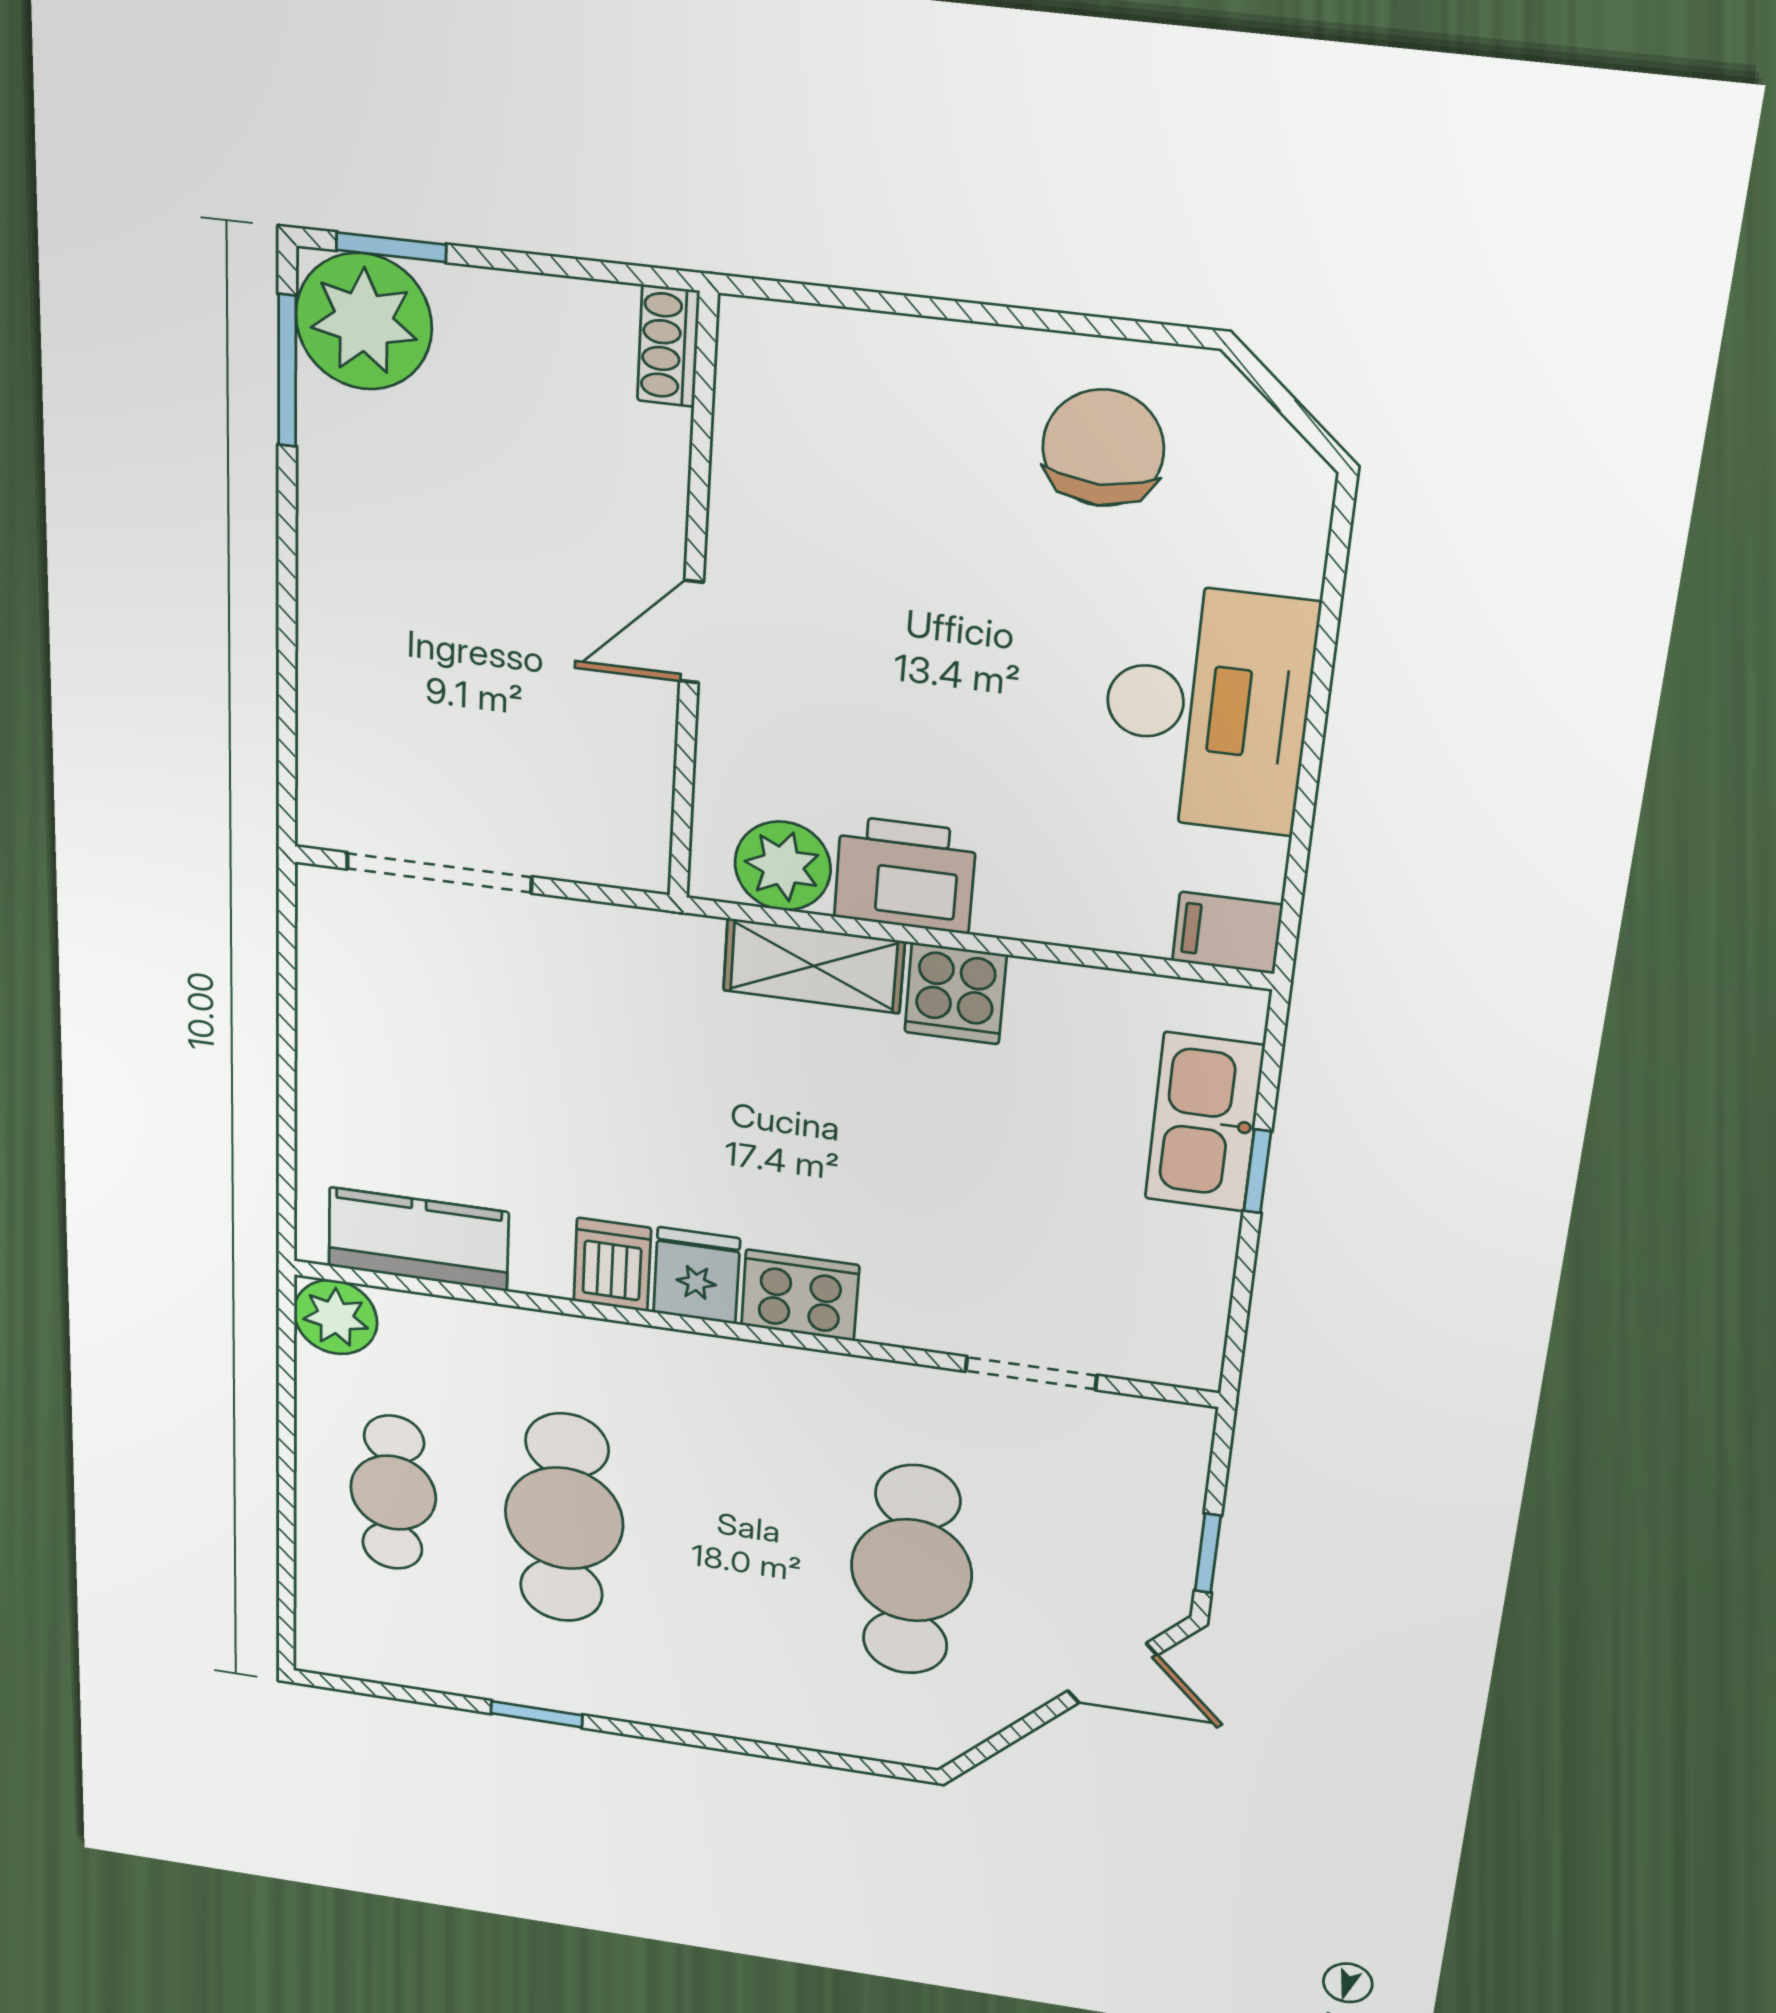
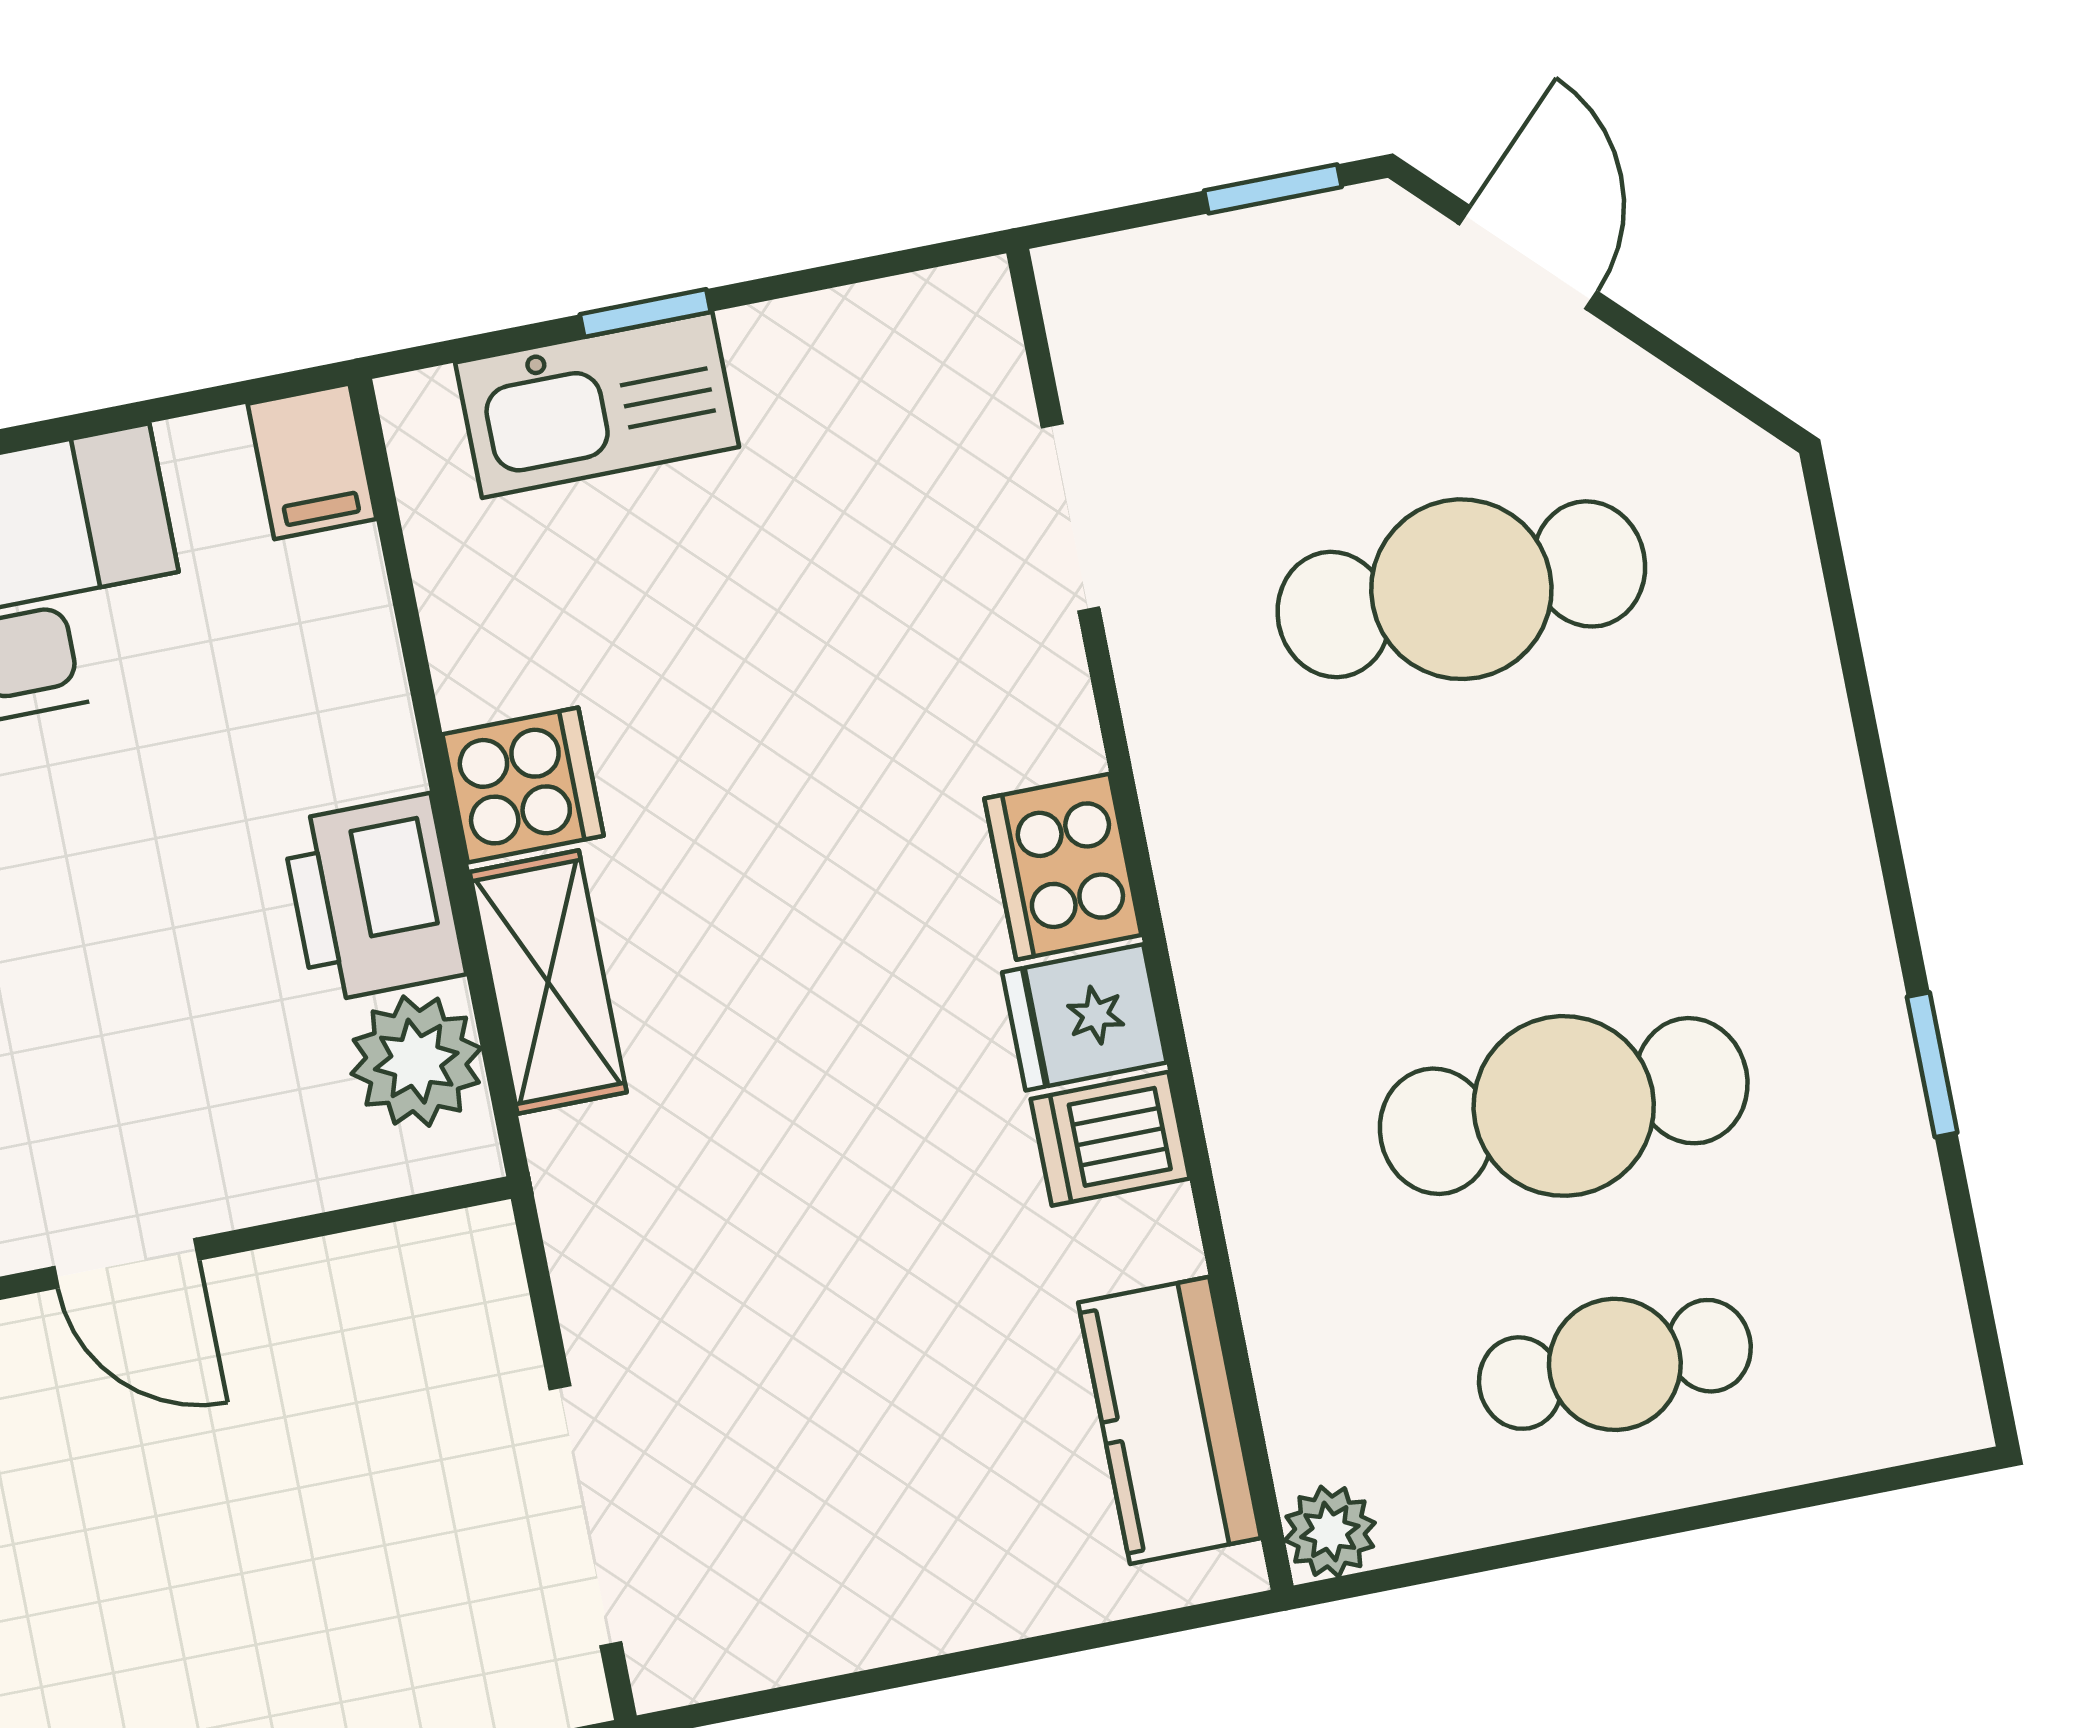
plant: (336, 1317) -> (1330, 1532), width x0.73, depth x0.73

